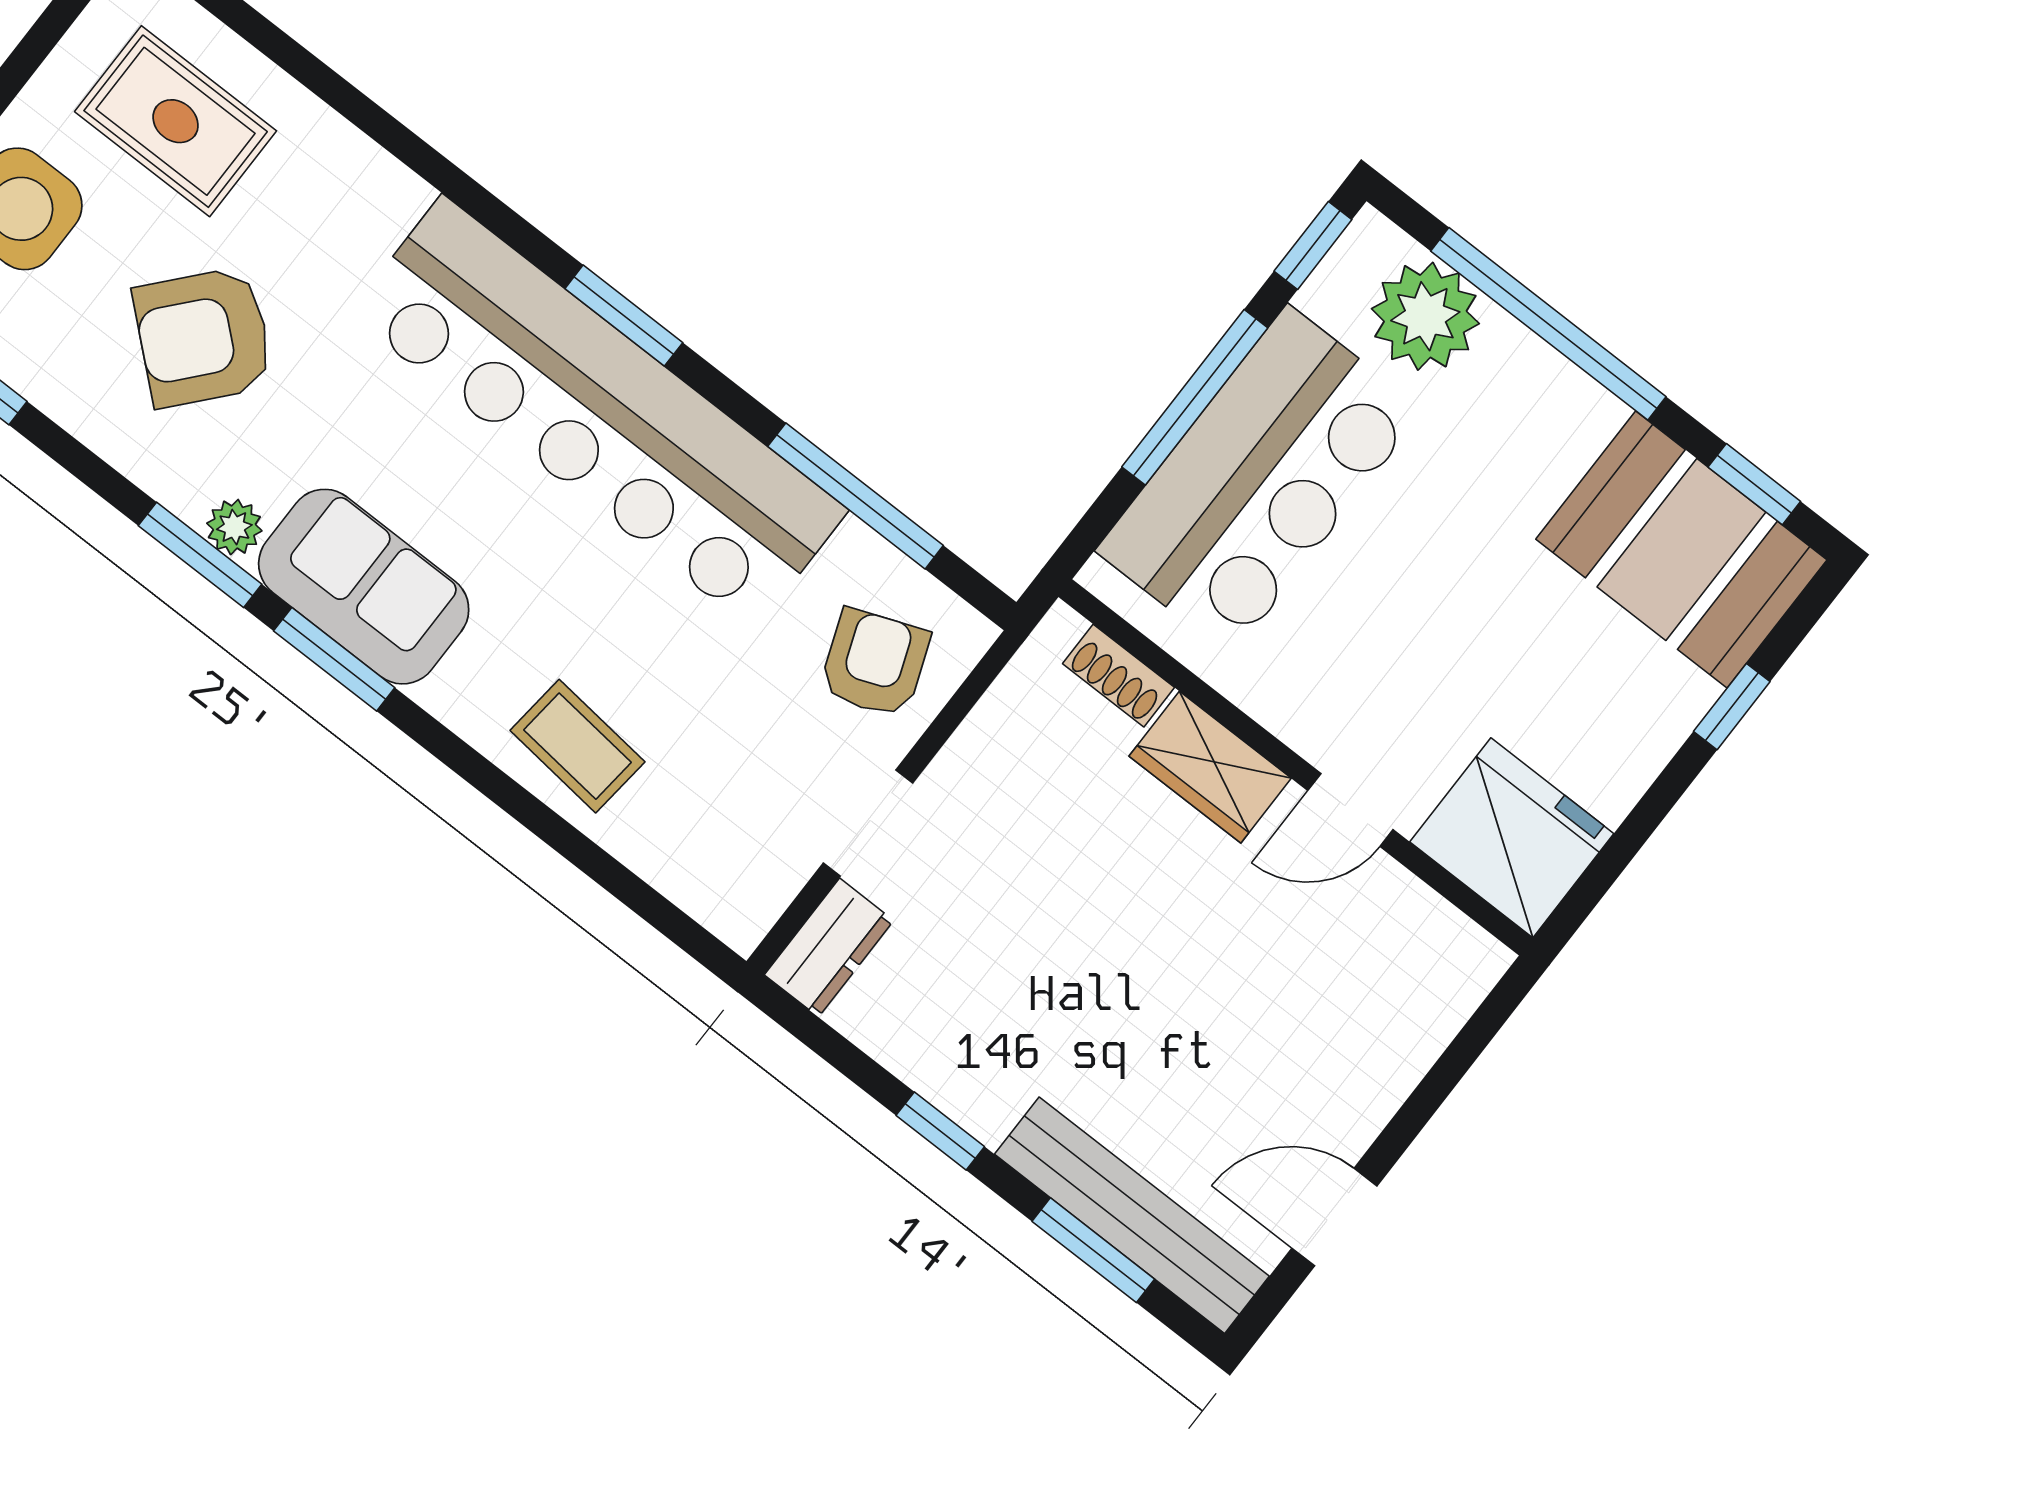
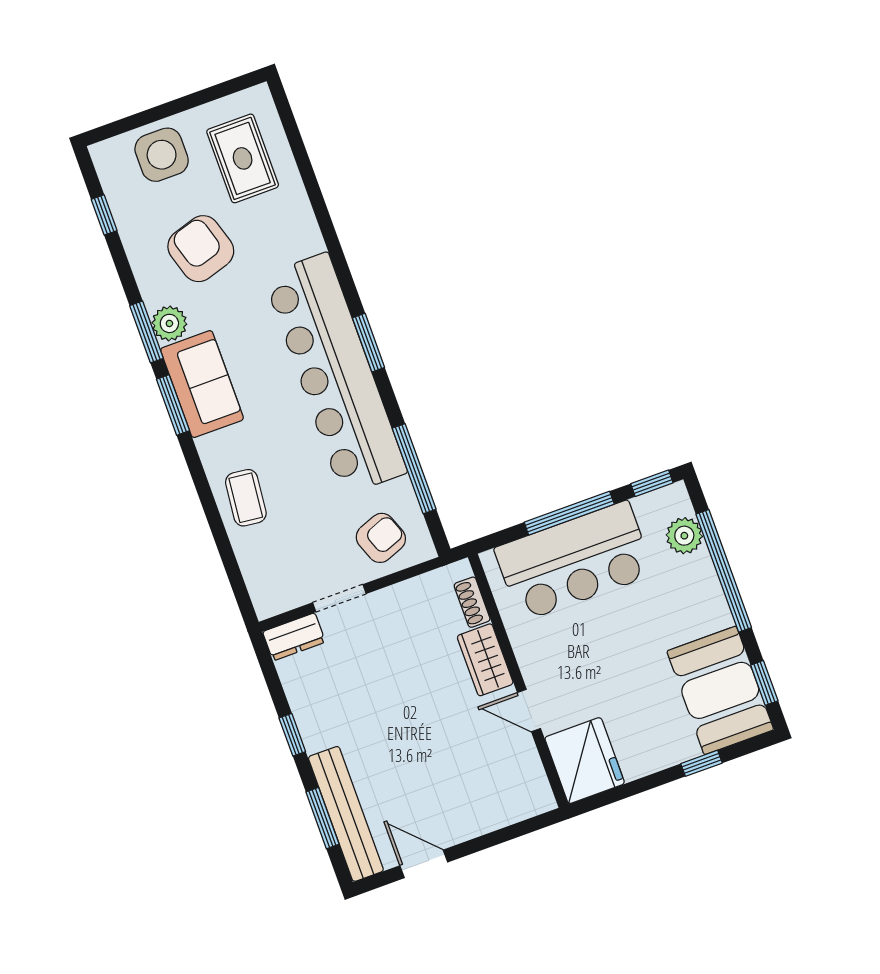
plant: (1425, 316) -> (684, 536), width x0.73, depth x0.73
armchair: (203, 337) -> (201, 249), turned 32
plant: (234, 527) -> (169, 323), width x1.38, depth x1.38

